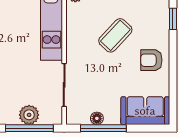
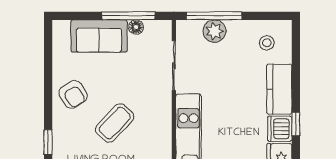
armchair: (151, 60) -> (73, 94), turned 58
sofa: (145, 111) -> (99, 36), moved

